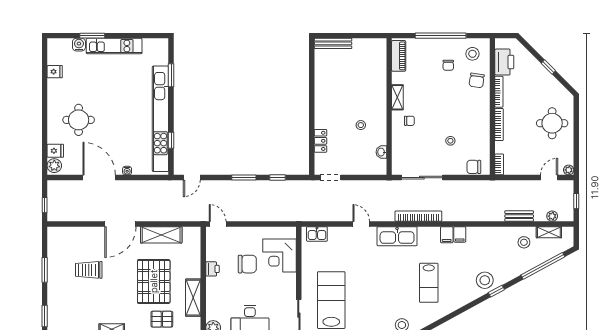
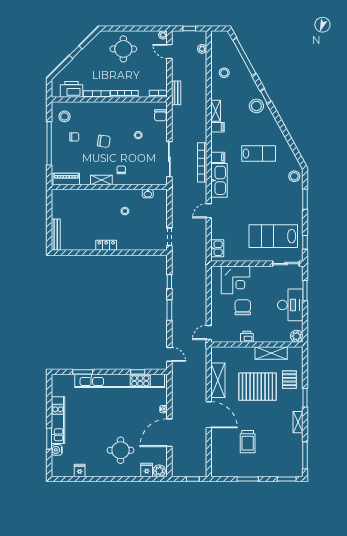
chair: (477, 80) -> (104, 141), moved
locker: (320, 141) -> (106, 245), moved
bench: (519, 216) -> (176, 93), moved
shelving: (549, 232) -> (216, 111), moved
filing cabinet: (447, 235) -> (218, 157), moved

